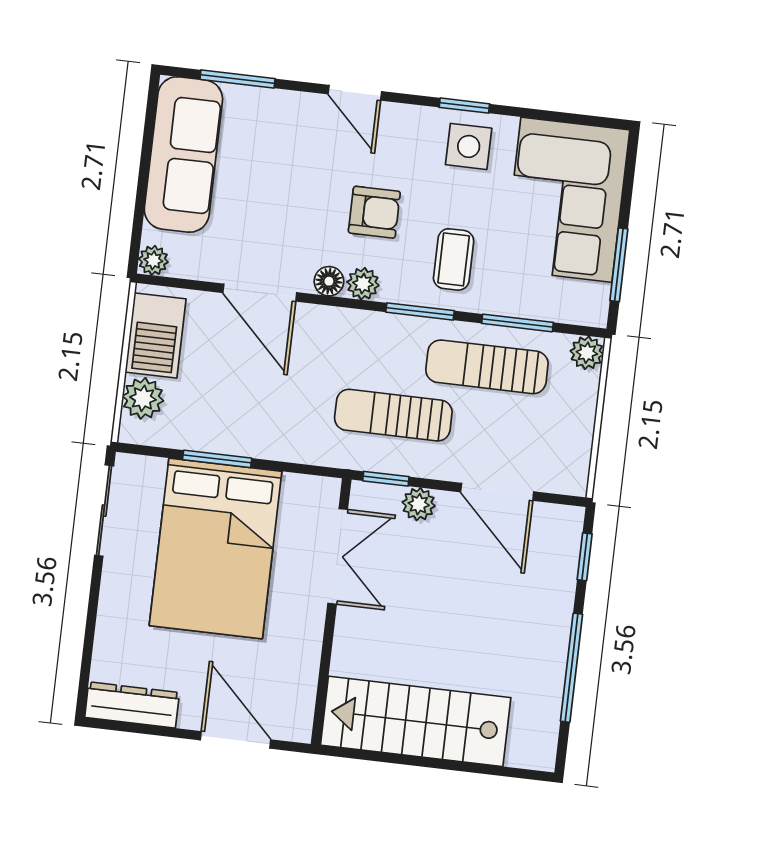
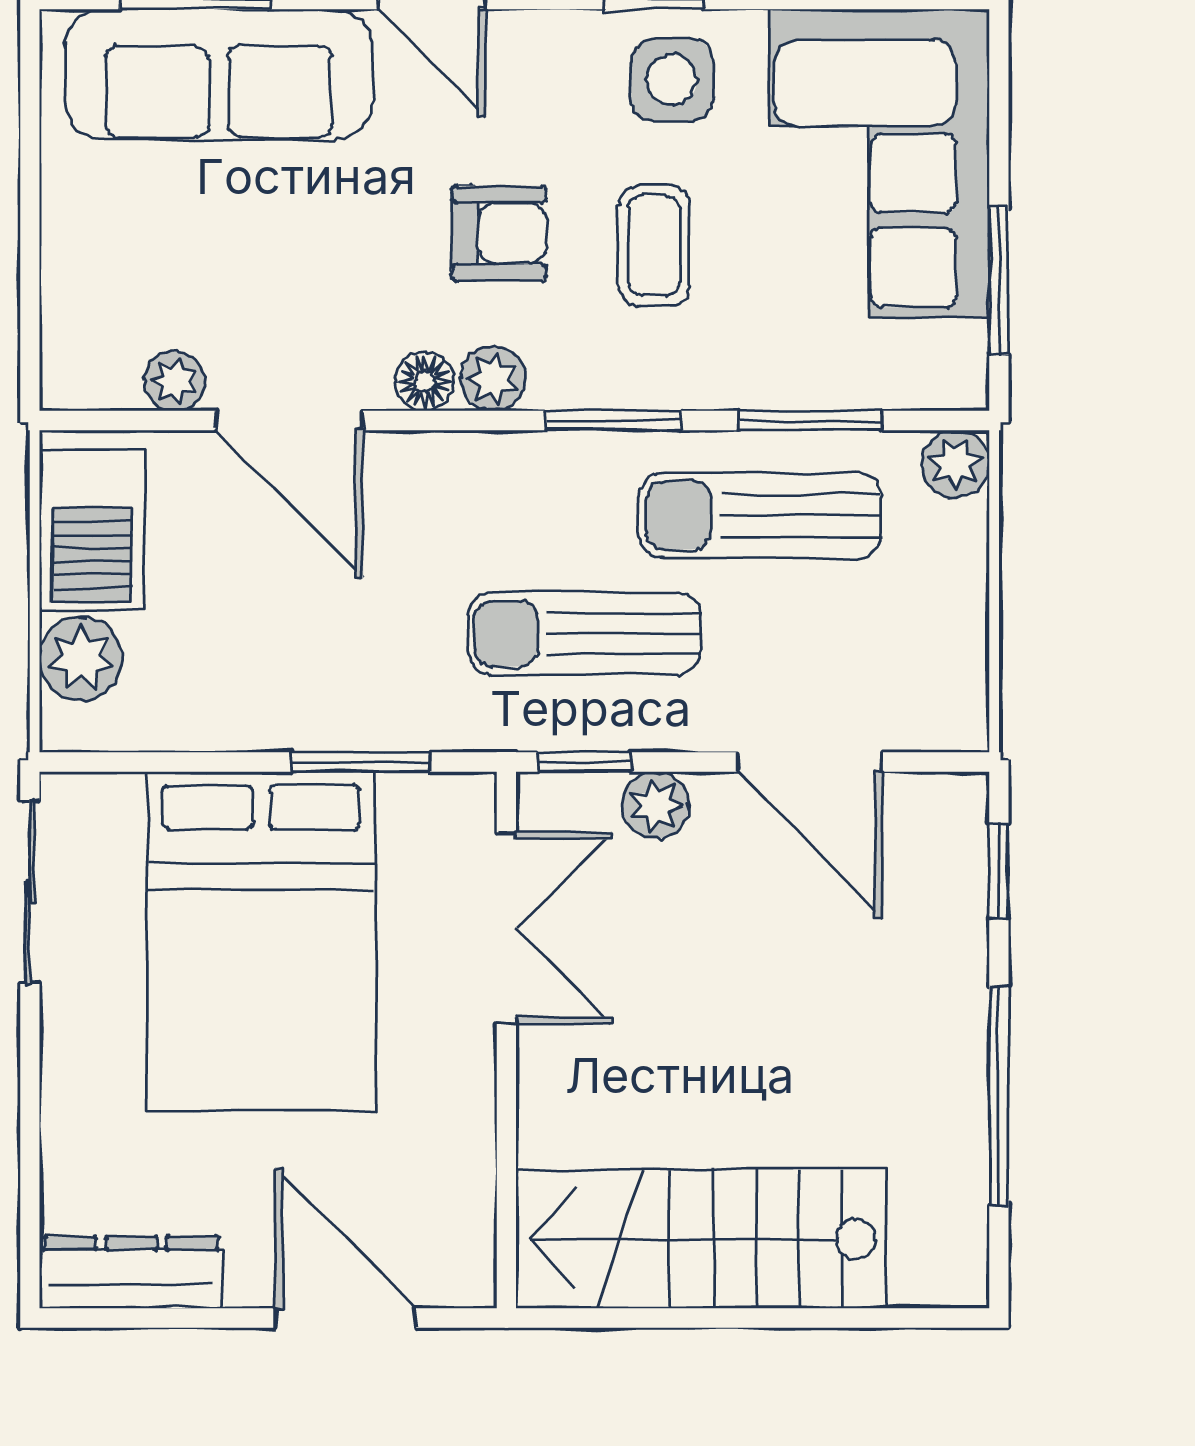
sofa: (183, 154) -> (218, 74), moved, turned 90
coffee table: (454, 259) -> (654, 245), moved
plant: (153, 260) -> (175, 381), moved
window: (217, 459) -> (361, 762), moved

